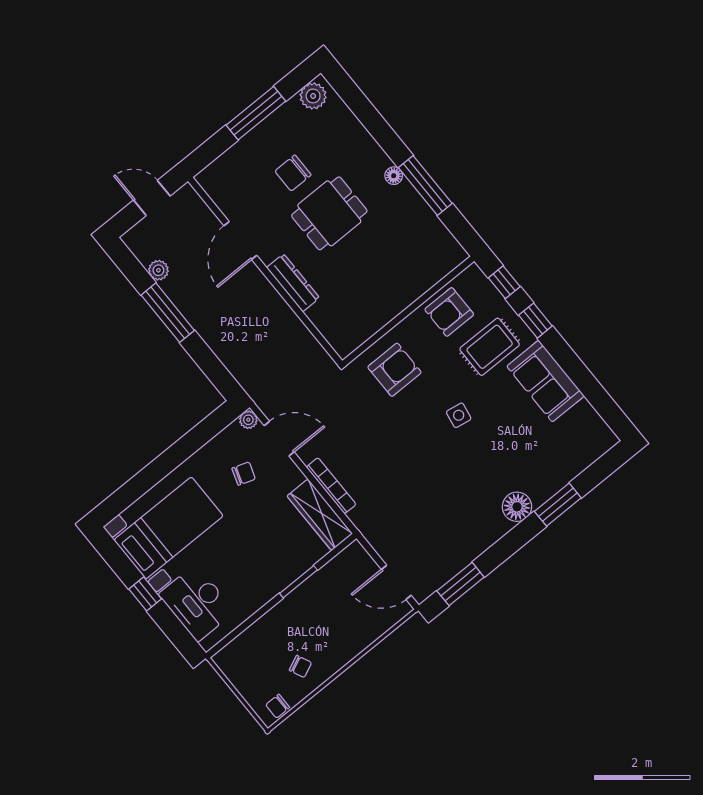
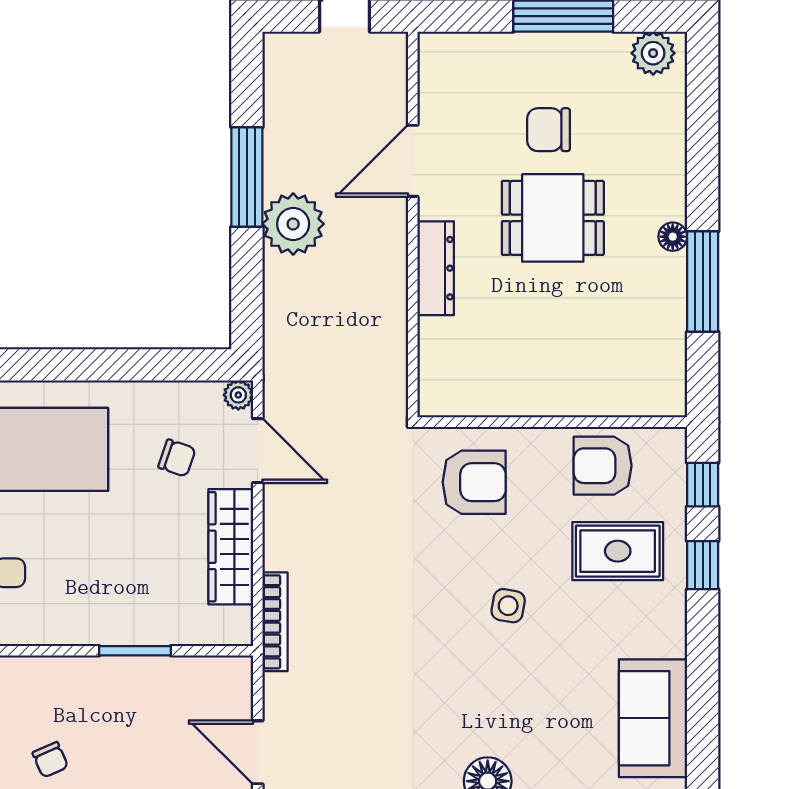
plant: (158, 270) -> (293, 224), moved, width x1.87, depth x1.87
sofa: (545, 381) -> (653, 718), moved
bookcase: (331, 486) -> (275, 622), moved
wardrobe: (320, 515) -> (231, 547), moved

